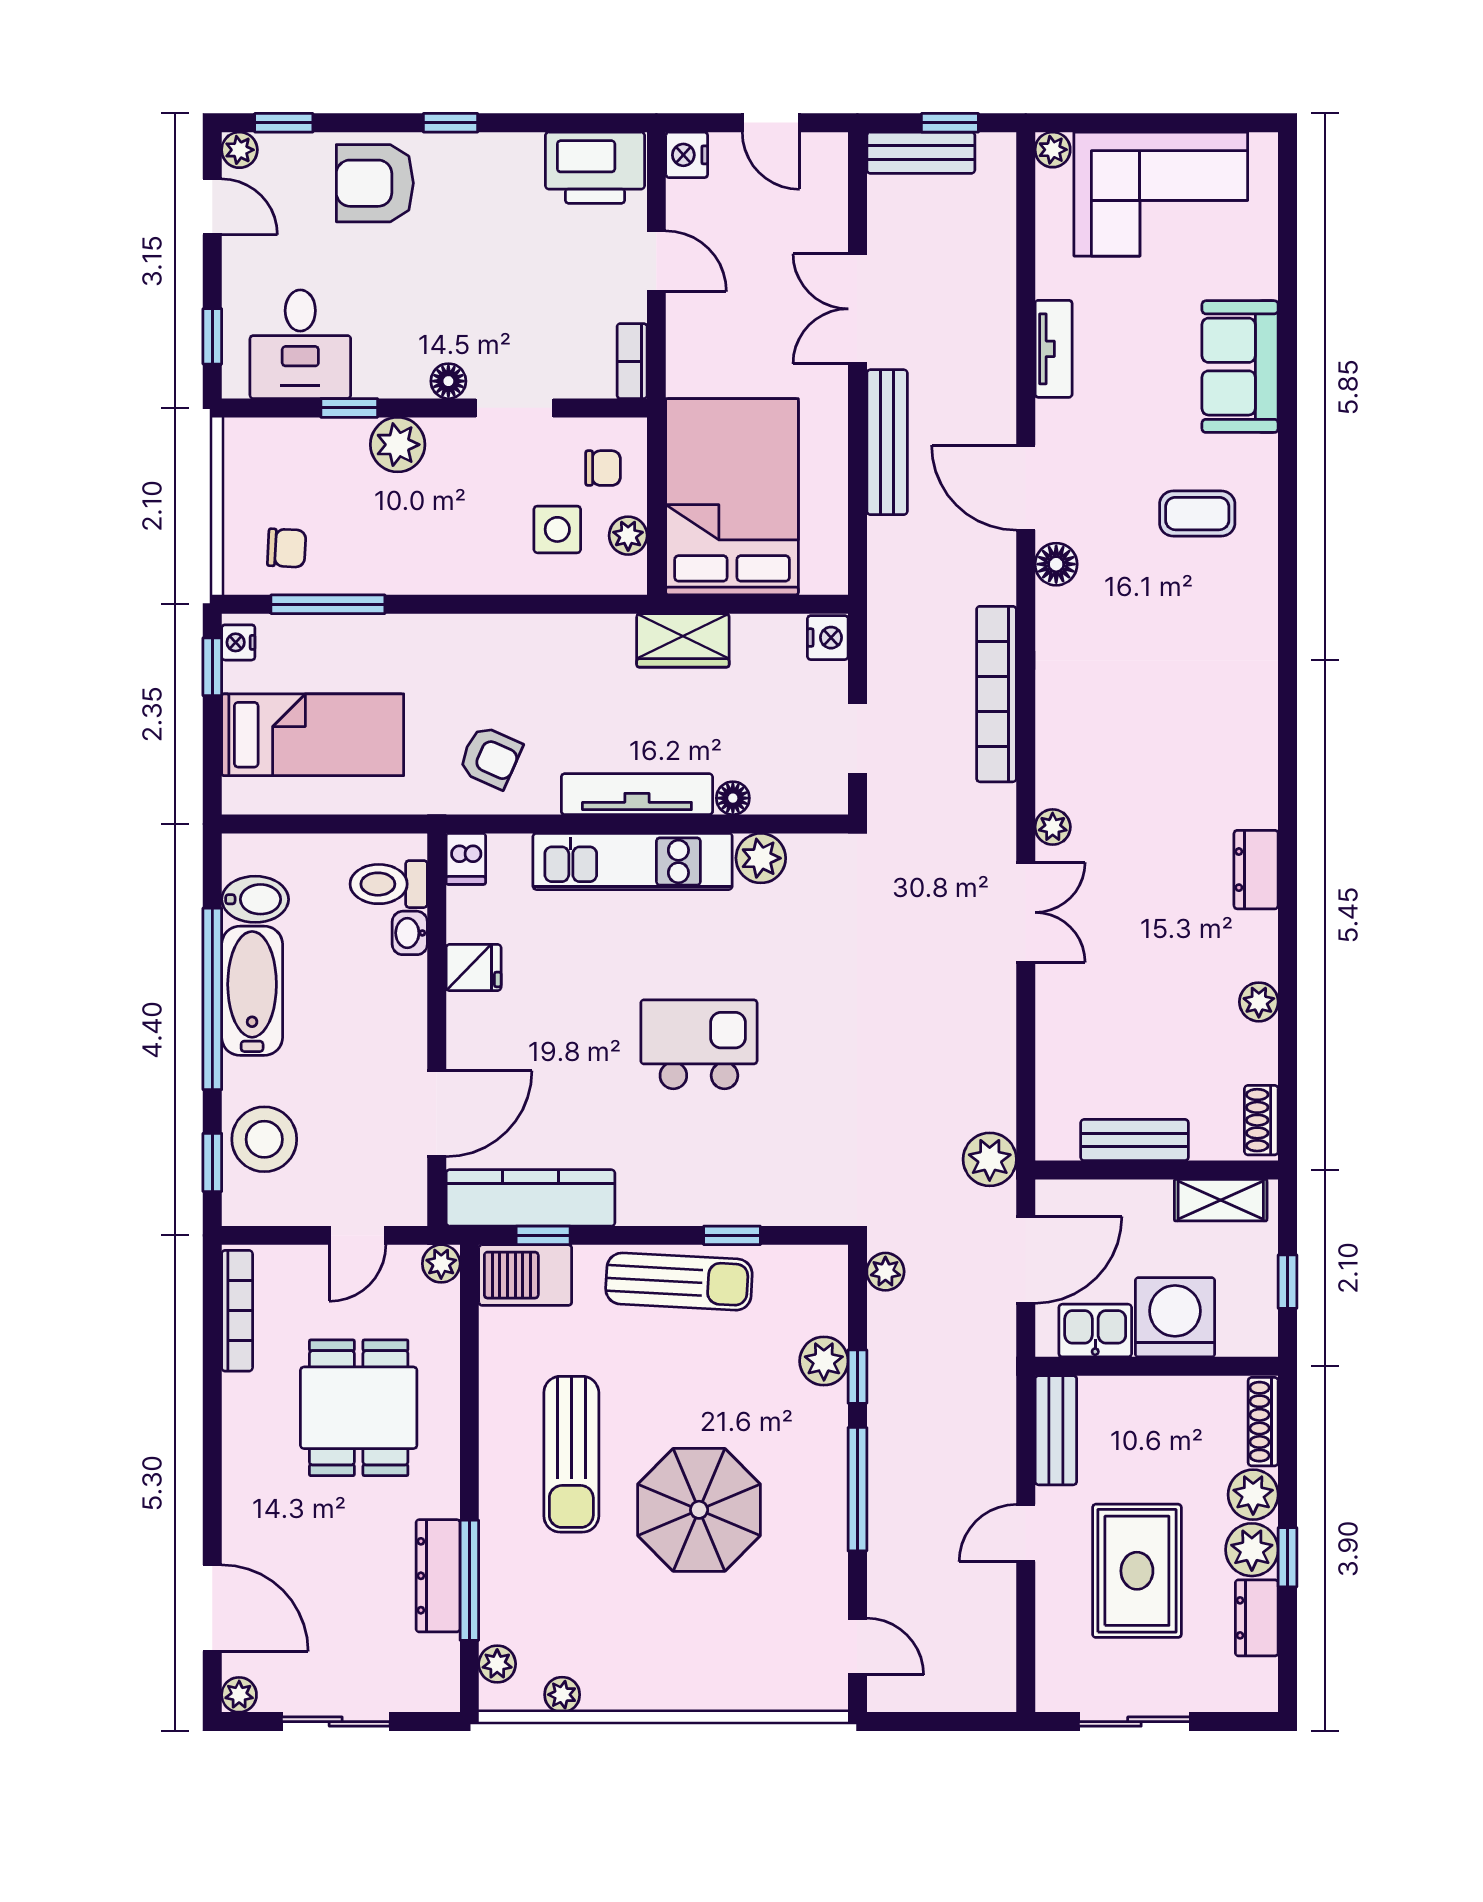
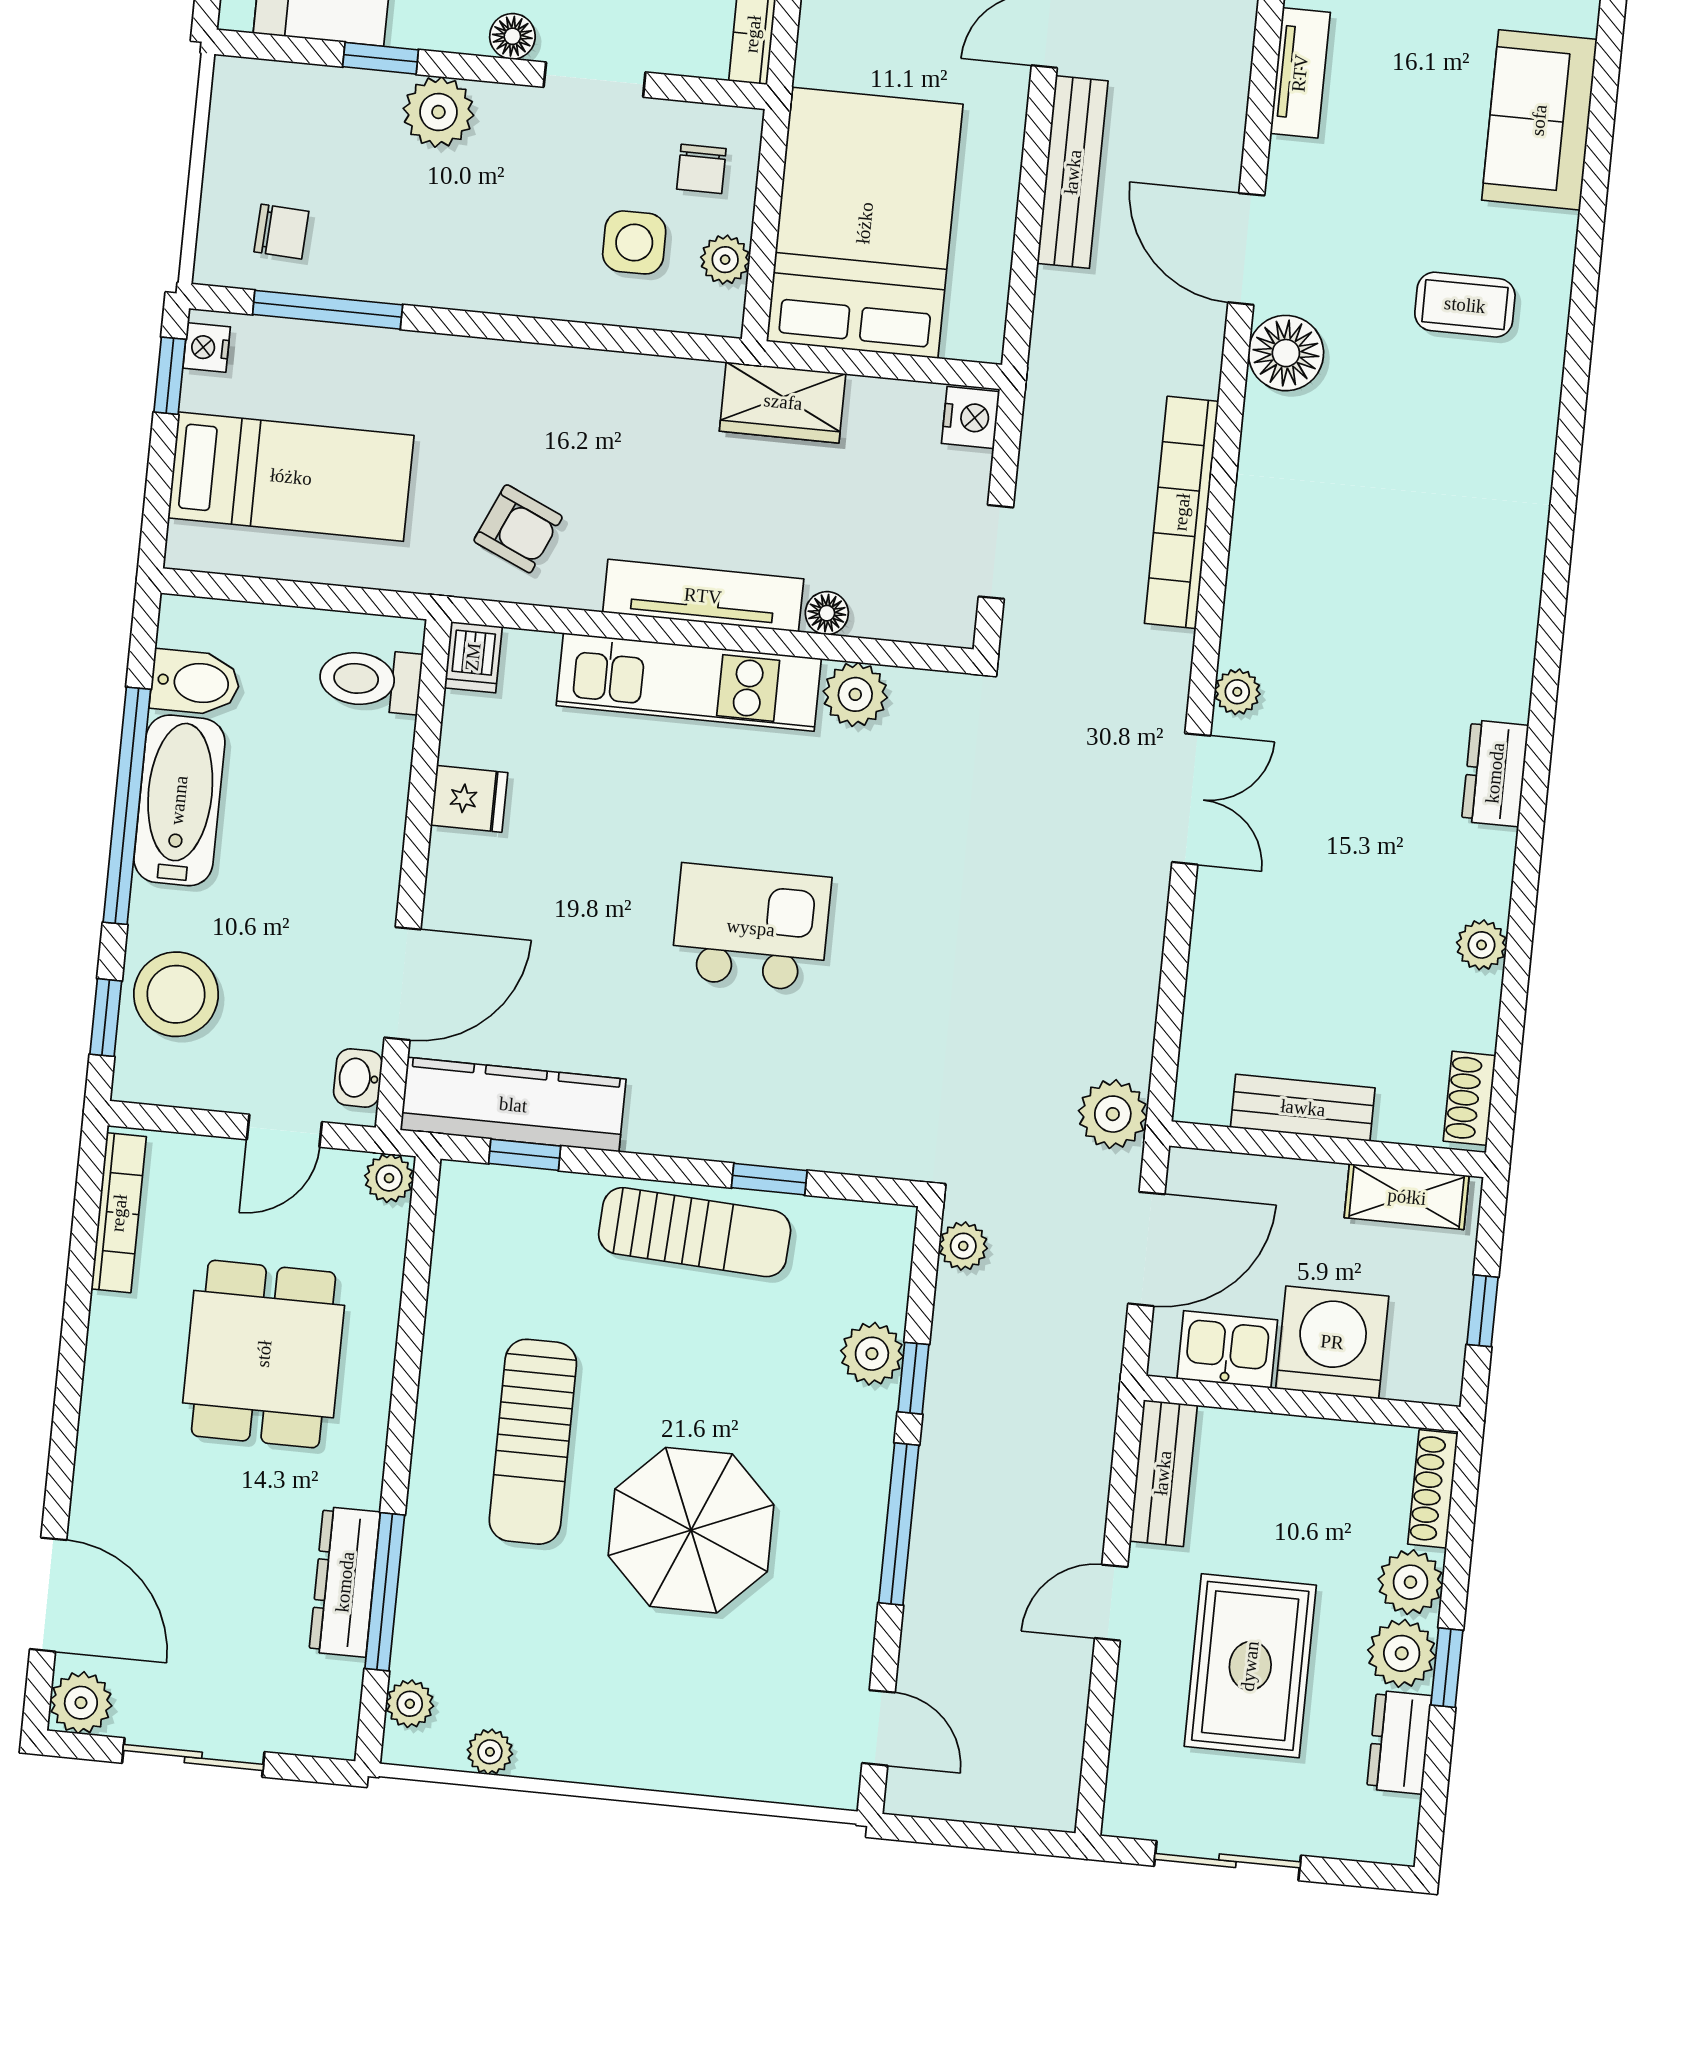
chair: (603, 468) -> (701, 169), turned 90
floor lamp: (1056, 564) -> (1286, 353), width x1.38, depth x1.38
washbasin: (410, 933) -> (358, 1078), moved
barbecue: (525, 1275) -> (496, 1204), removed
plant: (239, 1695) -> (81, 1703), width x1.38, depth x1.38

